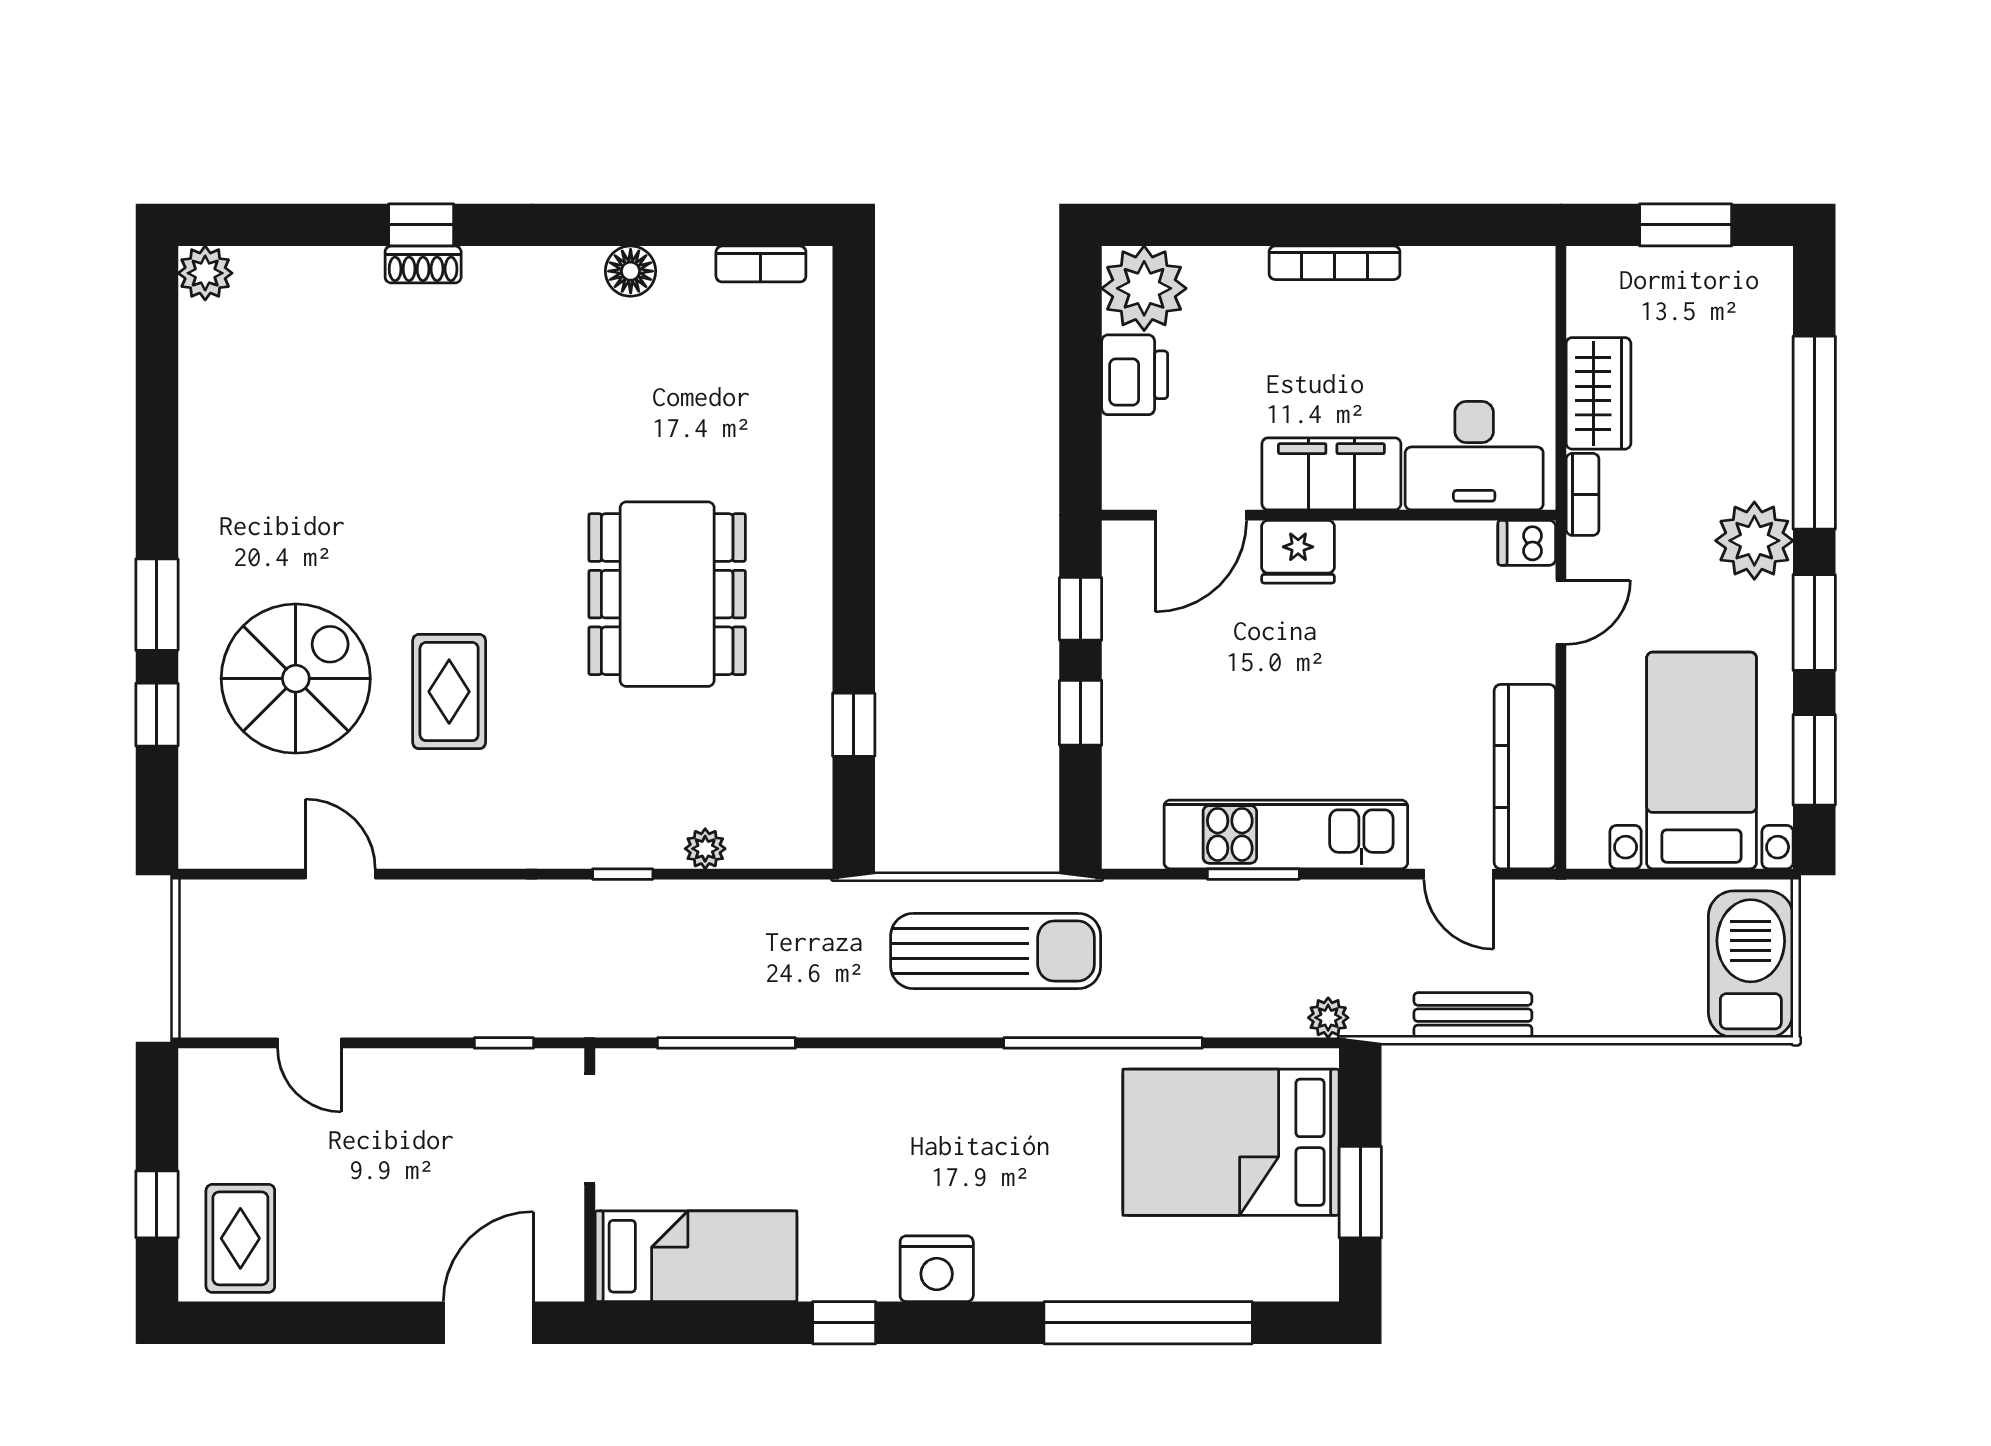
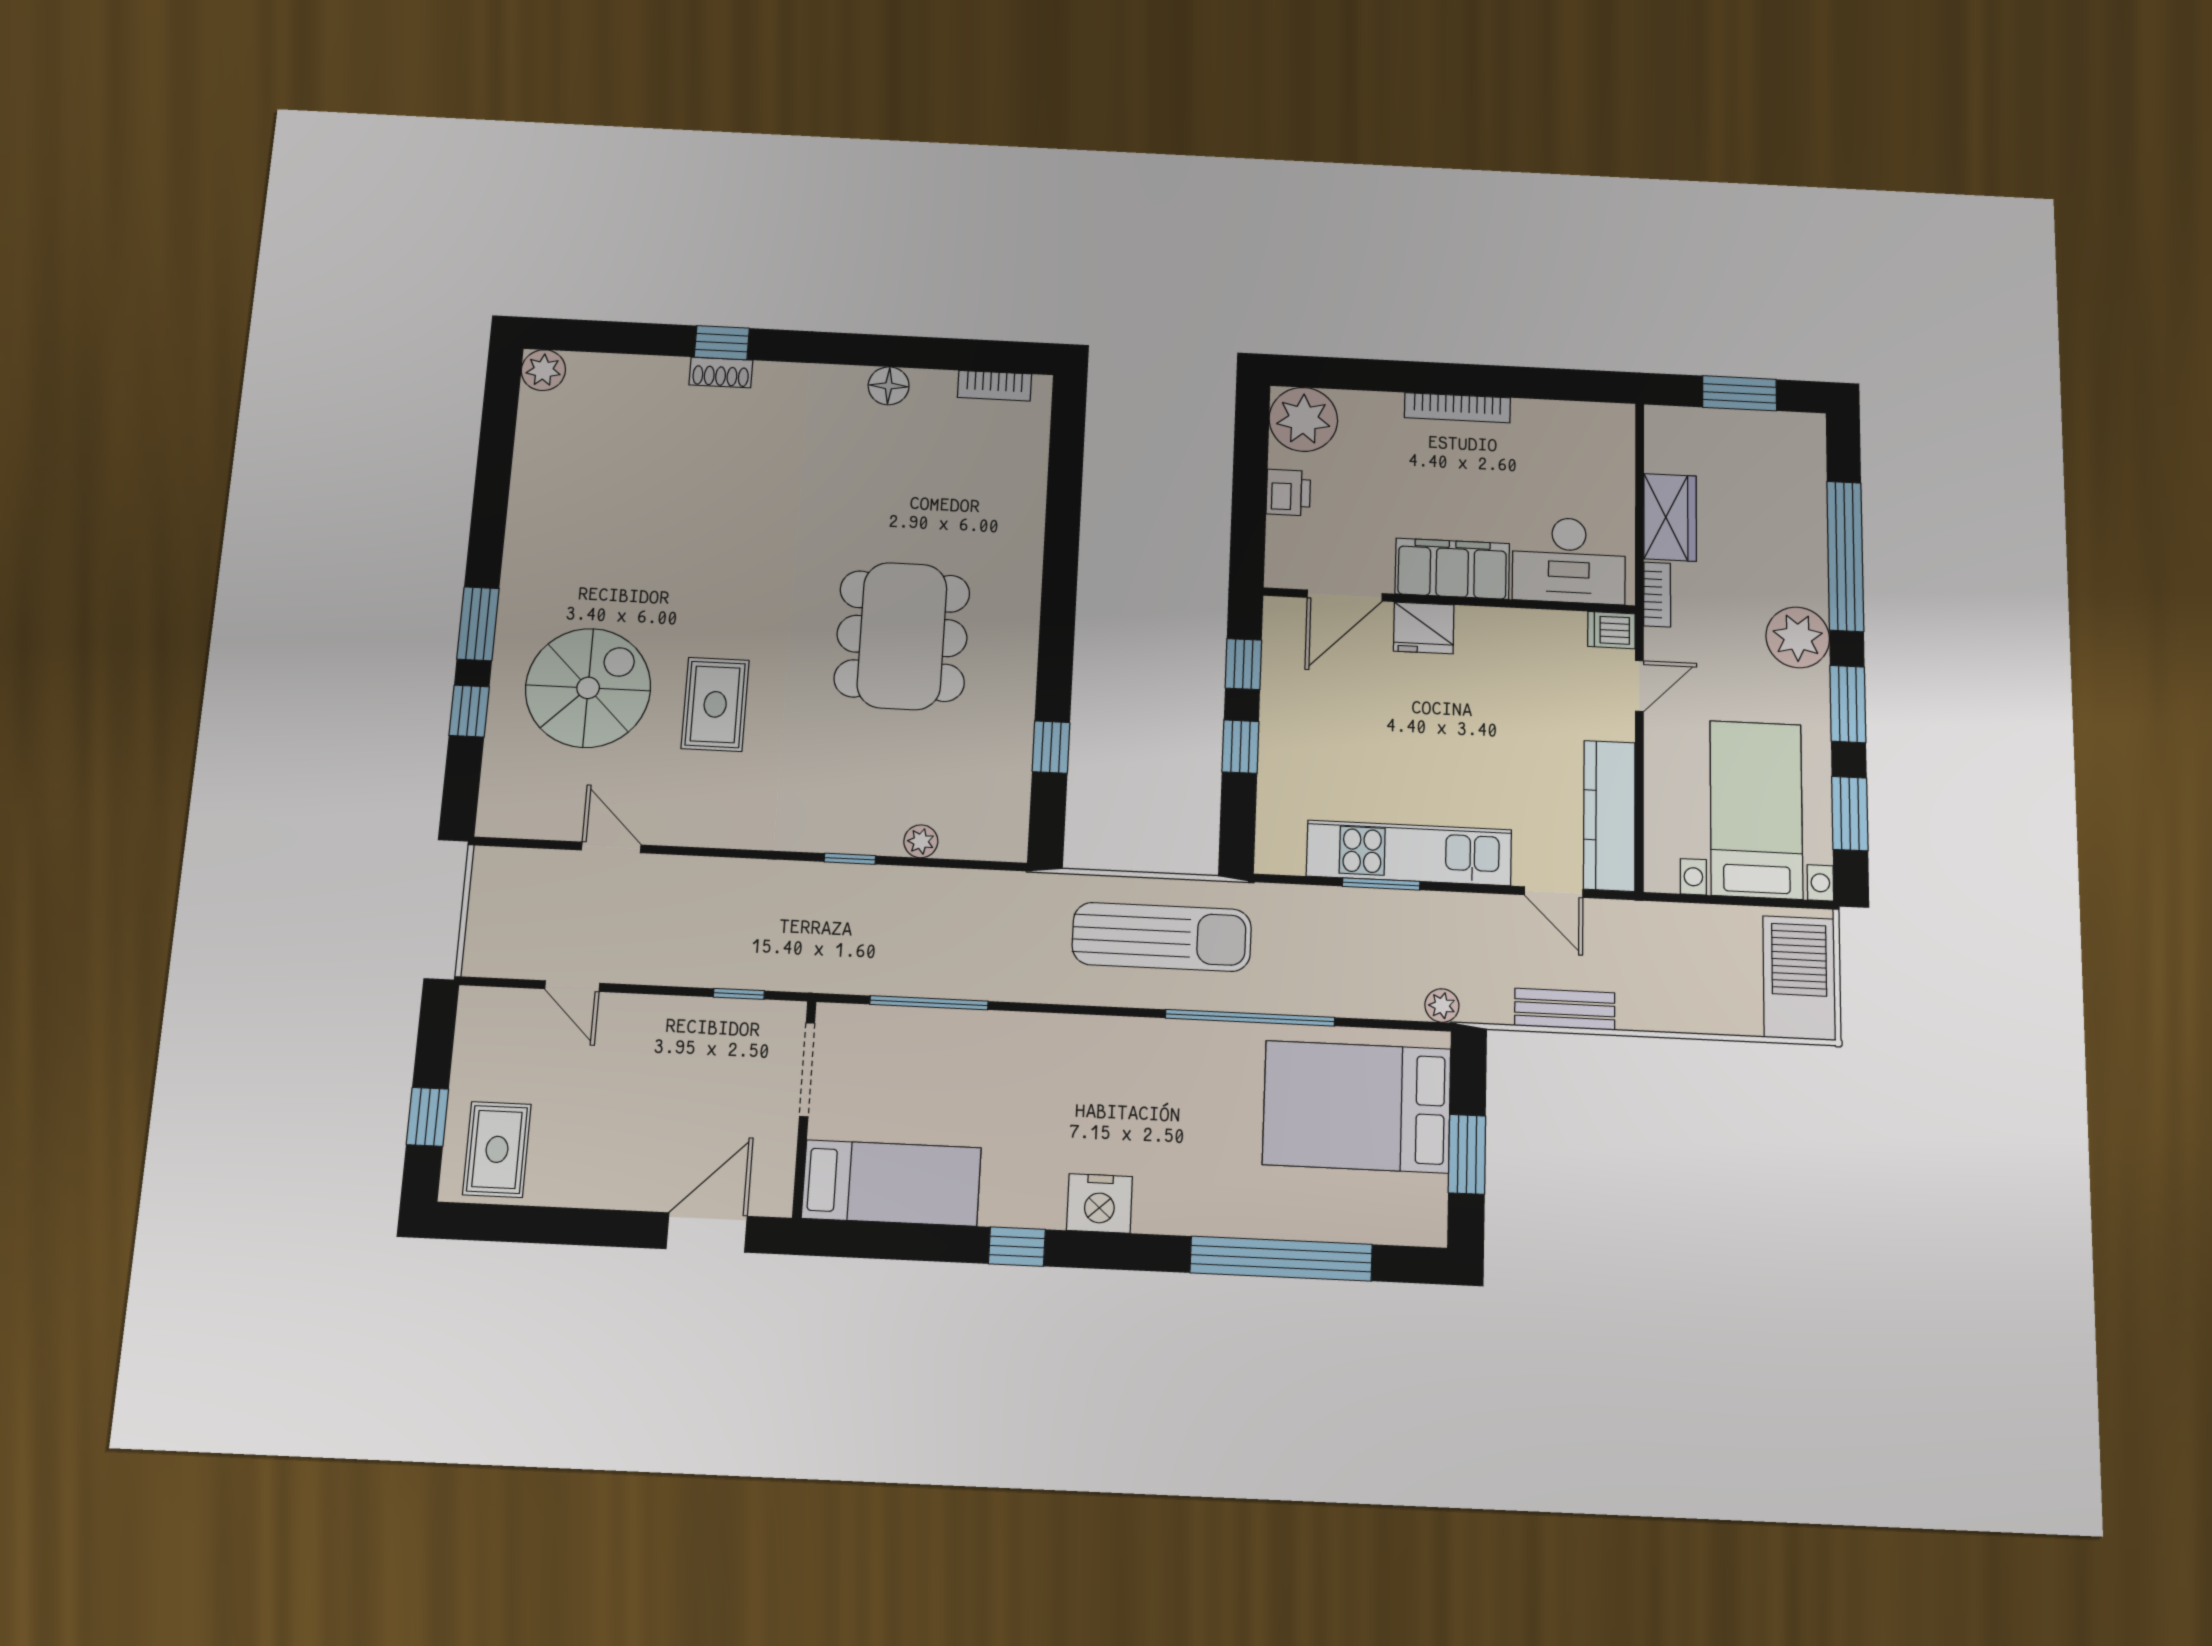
printer: (1135, 375) -> (1288, 493), width x0.73, depth x0.81

